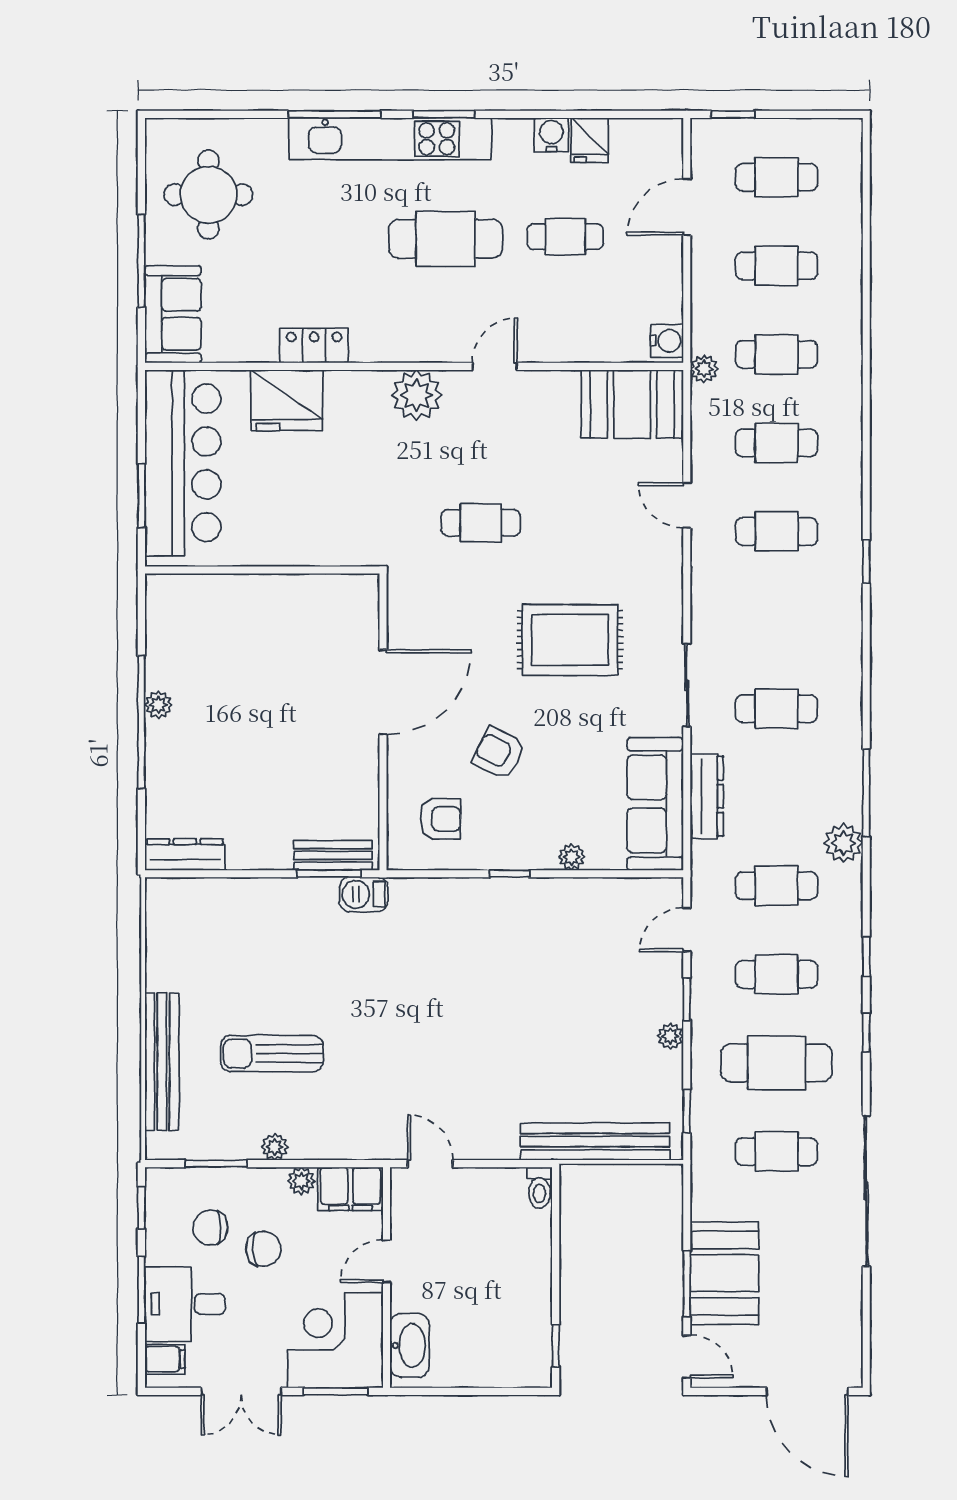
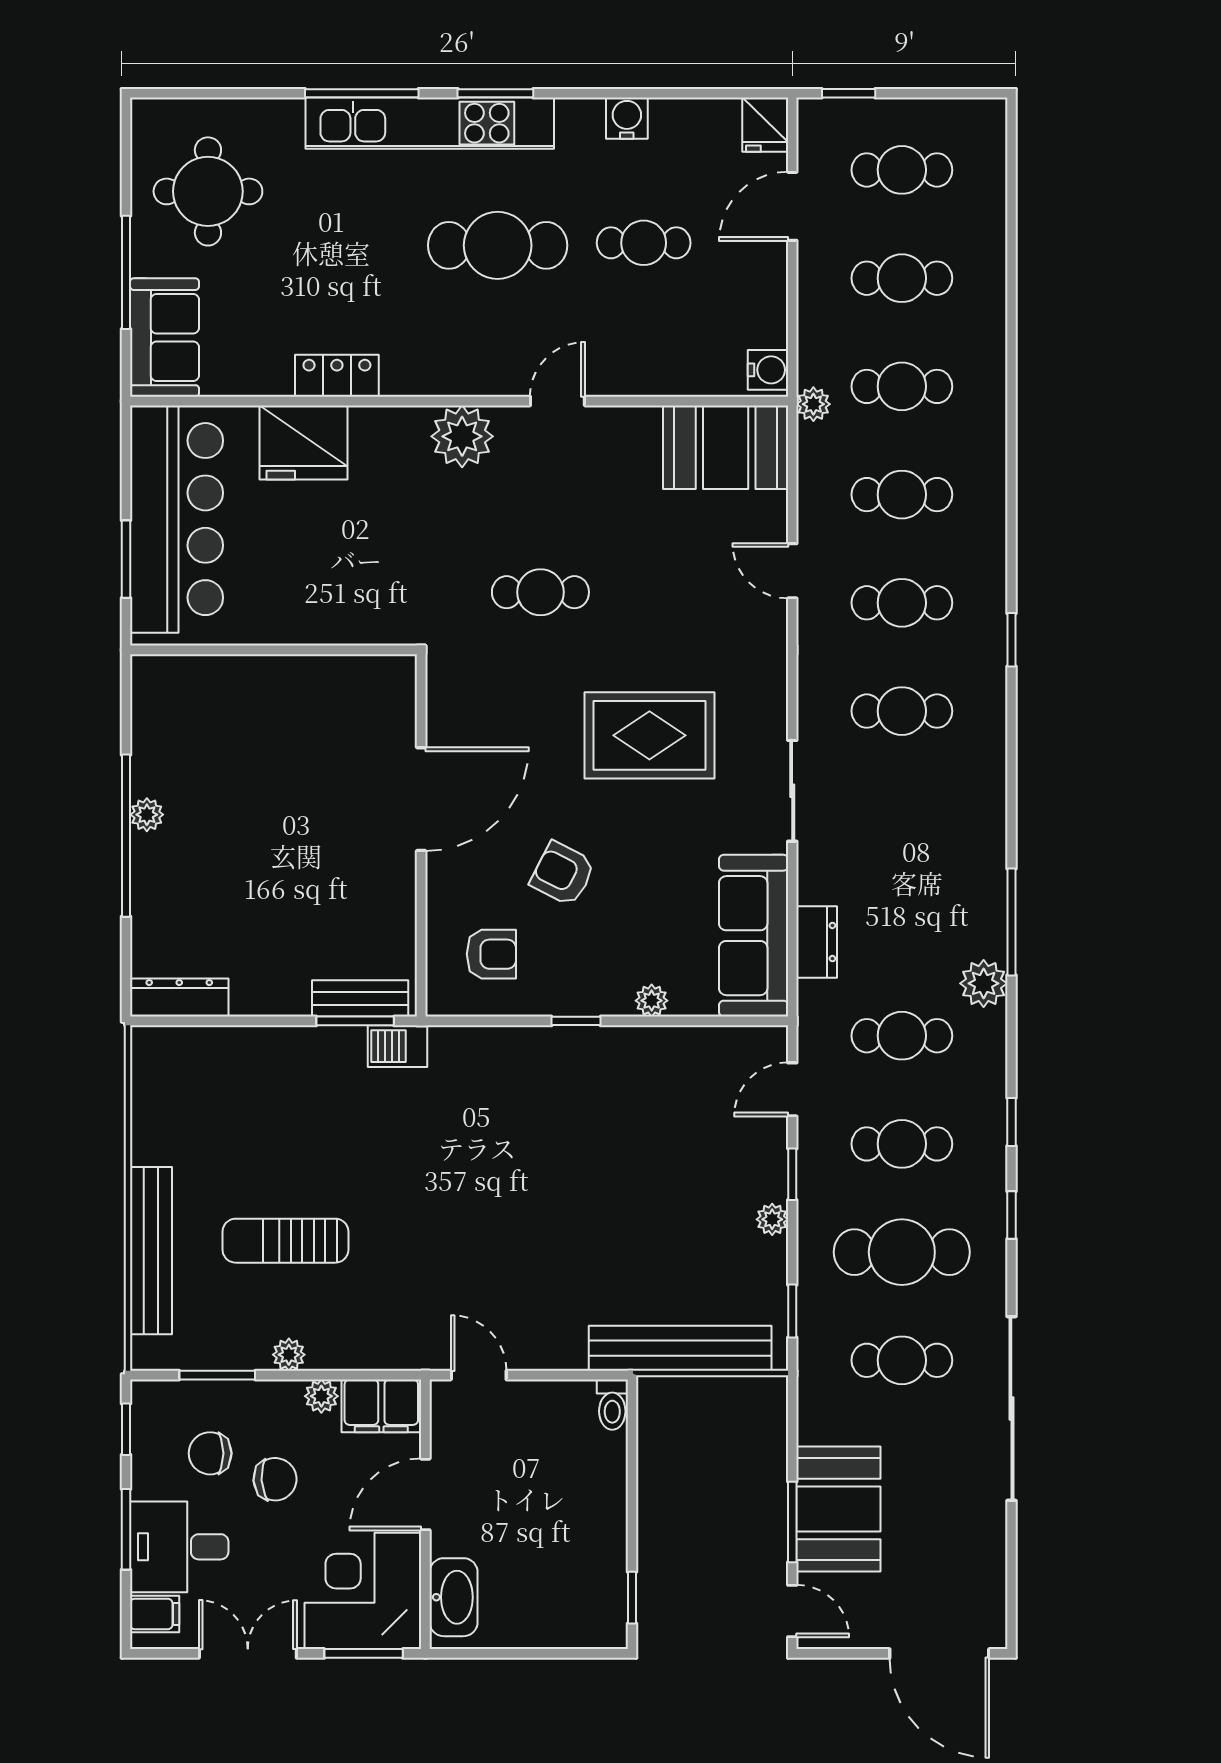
fridge: (590, 140) -> (765, 125), moved
cafe table: (777, 709) -> (902, 711), moved
dresser: (707, 796) -> (817, 942), width x0.70
door: (386, 1261) -> (425, 1494), width x1.38
double door: (241, 1391) -> (248, 1653), swing flipped

